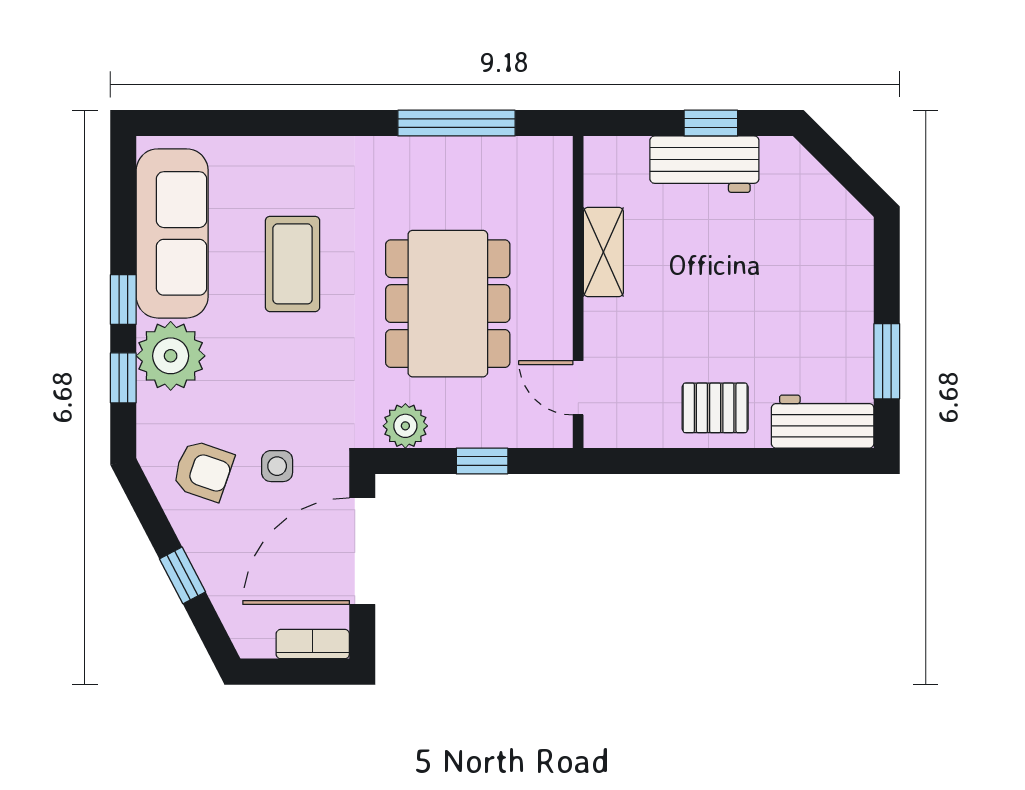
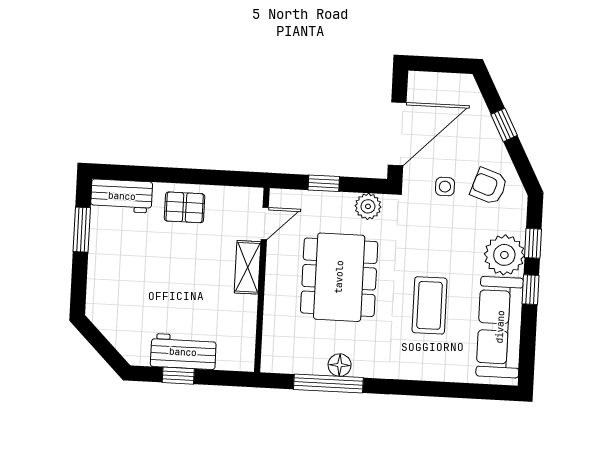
floor lamp: (439, 155) -> (340, 365), added
shelving: (603, 252) -> (248, 267), moved
door: (578, 388) -> (265, 223), hinge flipped
bookcase: (313, 644) -> (429, 80), removed

